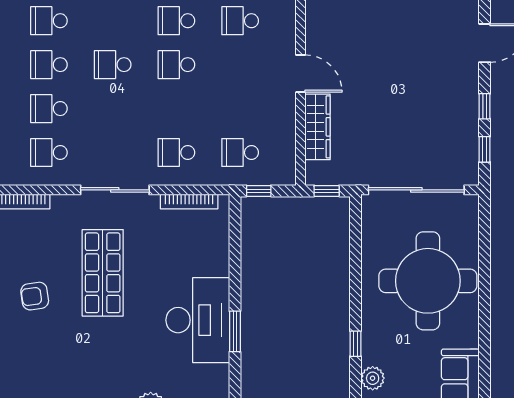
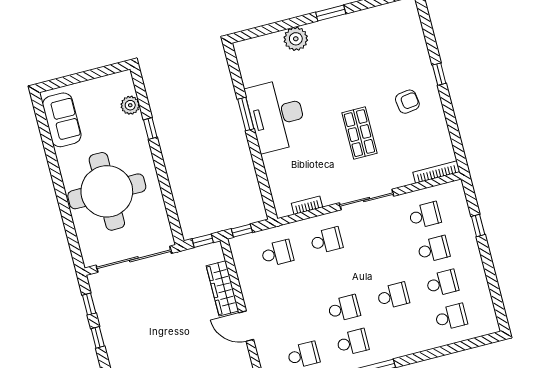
window: (259, 191) -> (242, 231), moved
bookcase: (189, 202) -> (307, 205), width x0.64
shop shelf: (103, 273) -> (359, 133), width x0.70, depth x0.74

